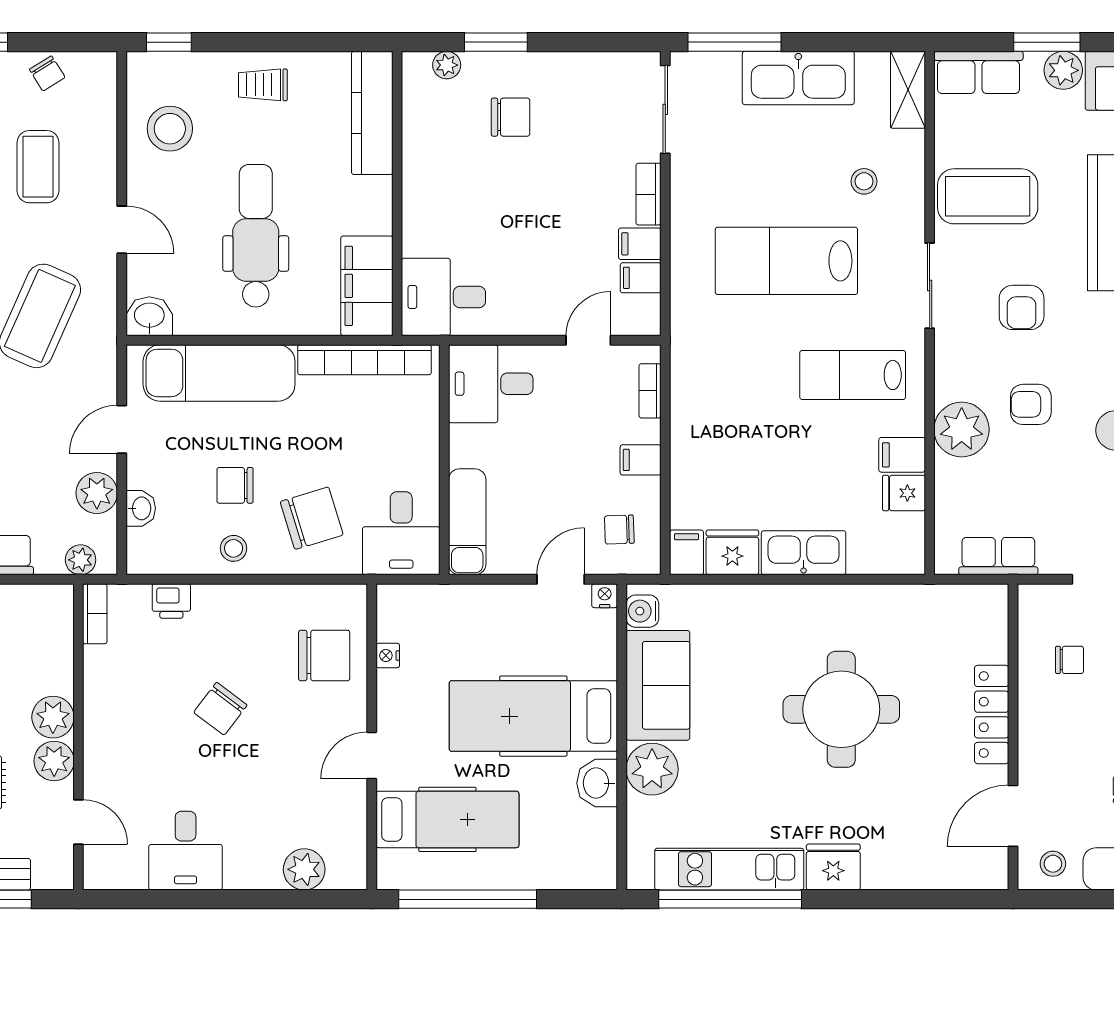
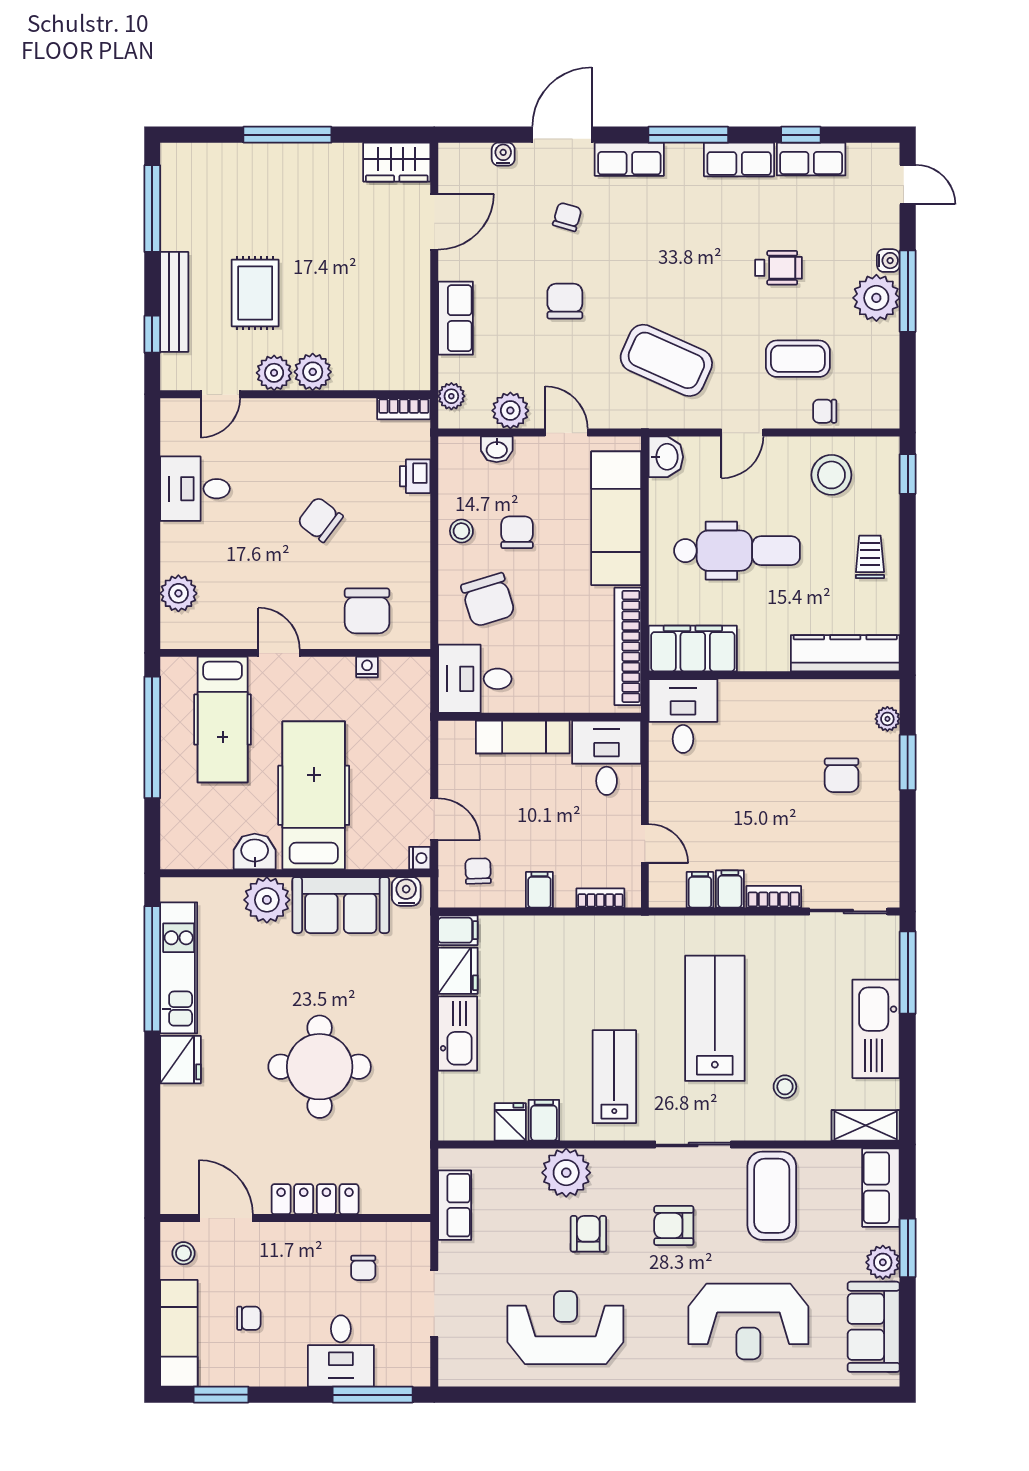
chair: (47, 73) -> (825, 411), moved, turned 32
exam couch: (467, 522) -> (523, 737), moved

